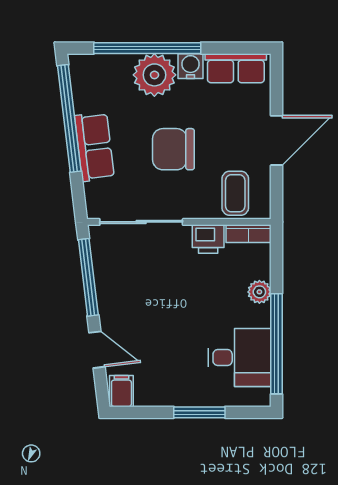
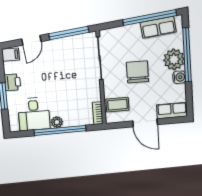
row of seats: (236, 68) -> (172, 110), moved, turned 90
row of seats: (94, 147) -> (158, 27), moved
printer: (208, 239) -> (13, 82), moved, turned 180
plant: (259, 292) -> (57, 122), moved
window: (276, 344) -> (60, 130), moved

